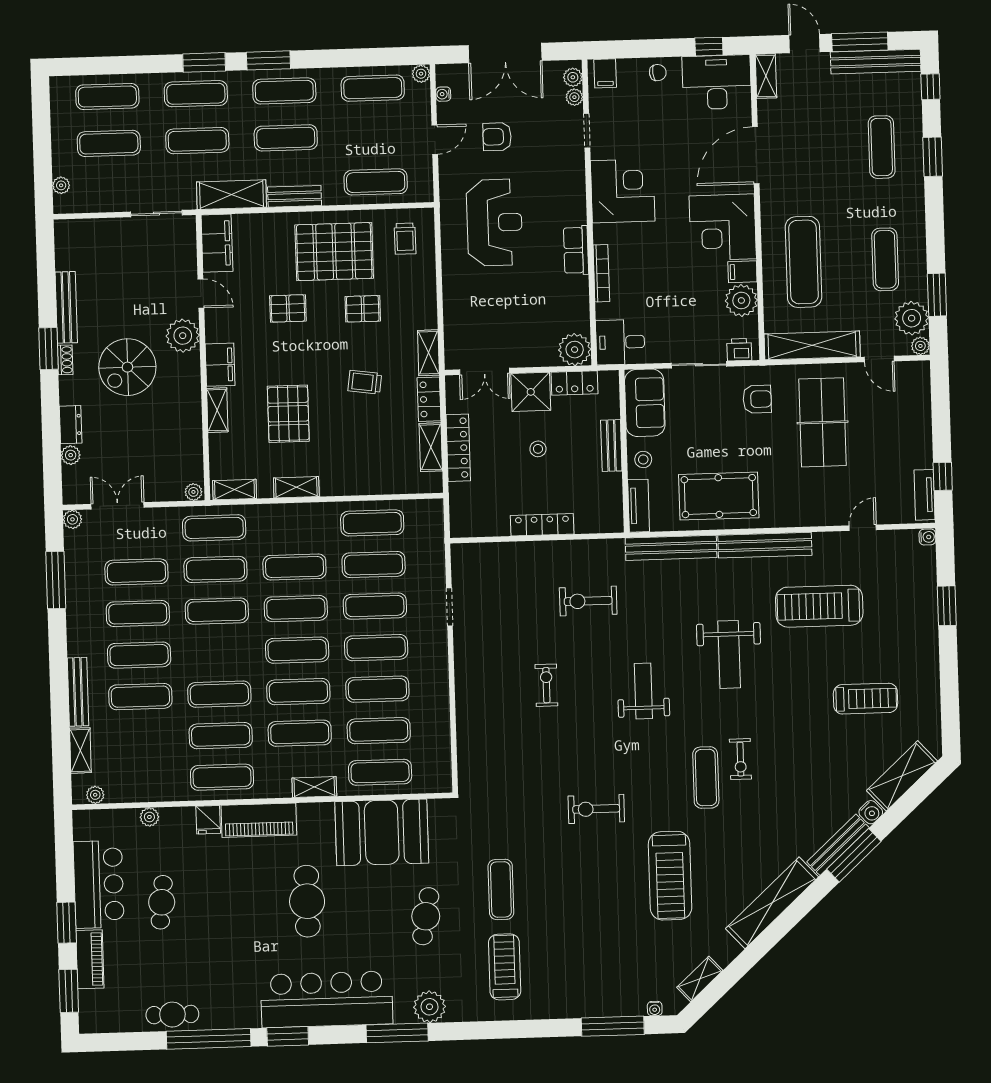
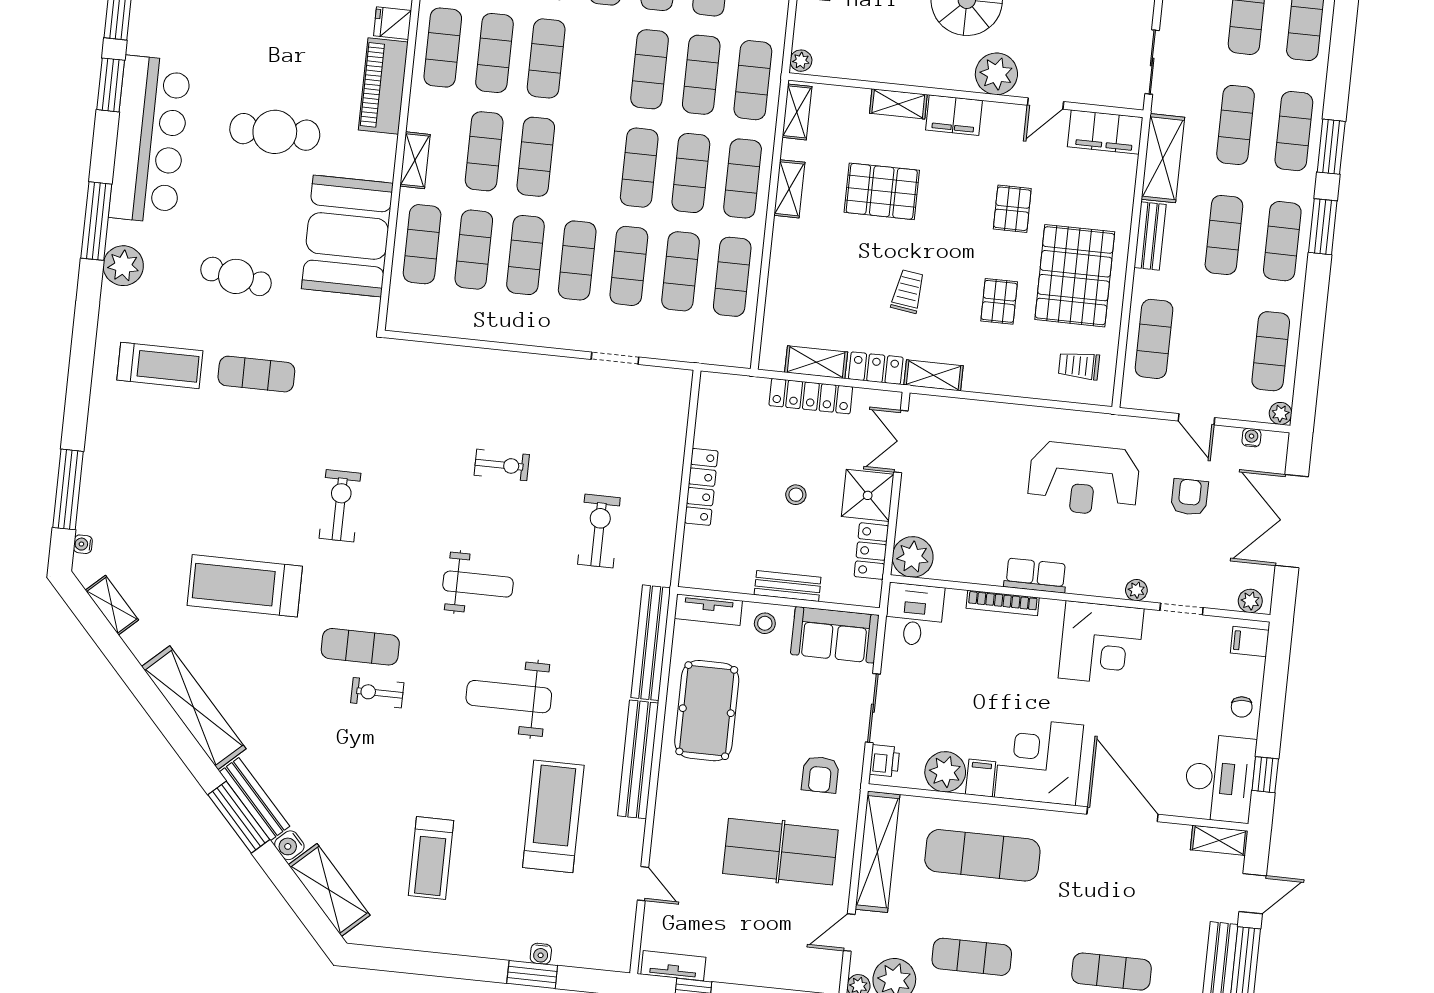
plant: (574, 97) -> (1136, 590), moved
water cooler: (927, 537) -> (541, 954), moved
exercise mat: (297, 650) -> (743, 178), moved

